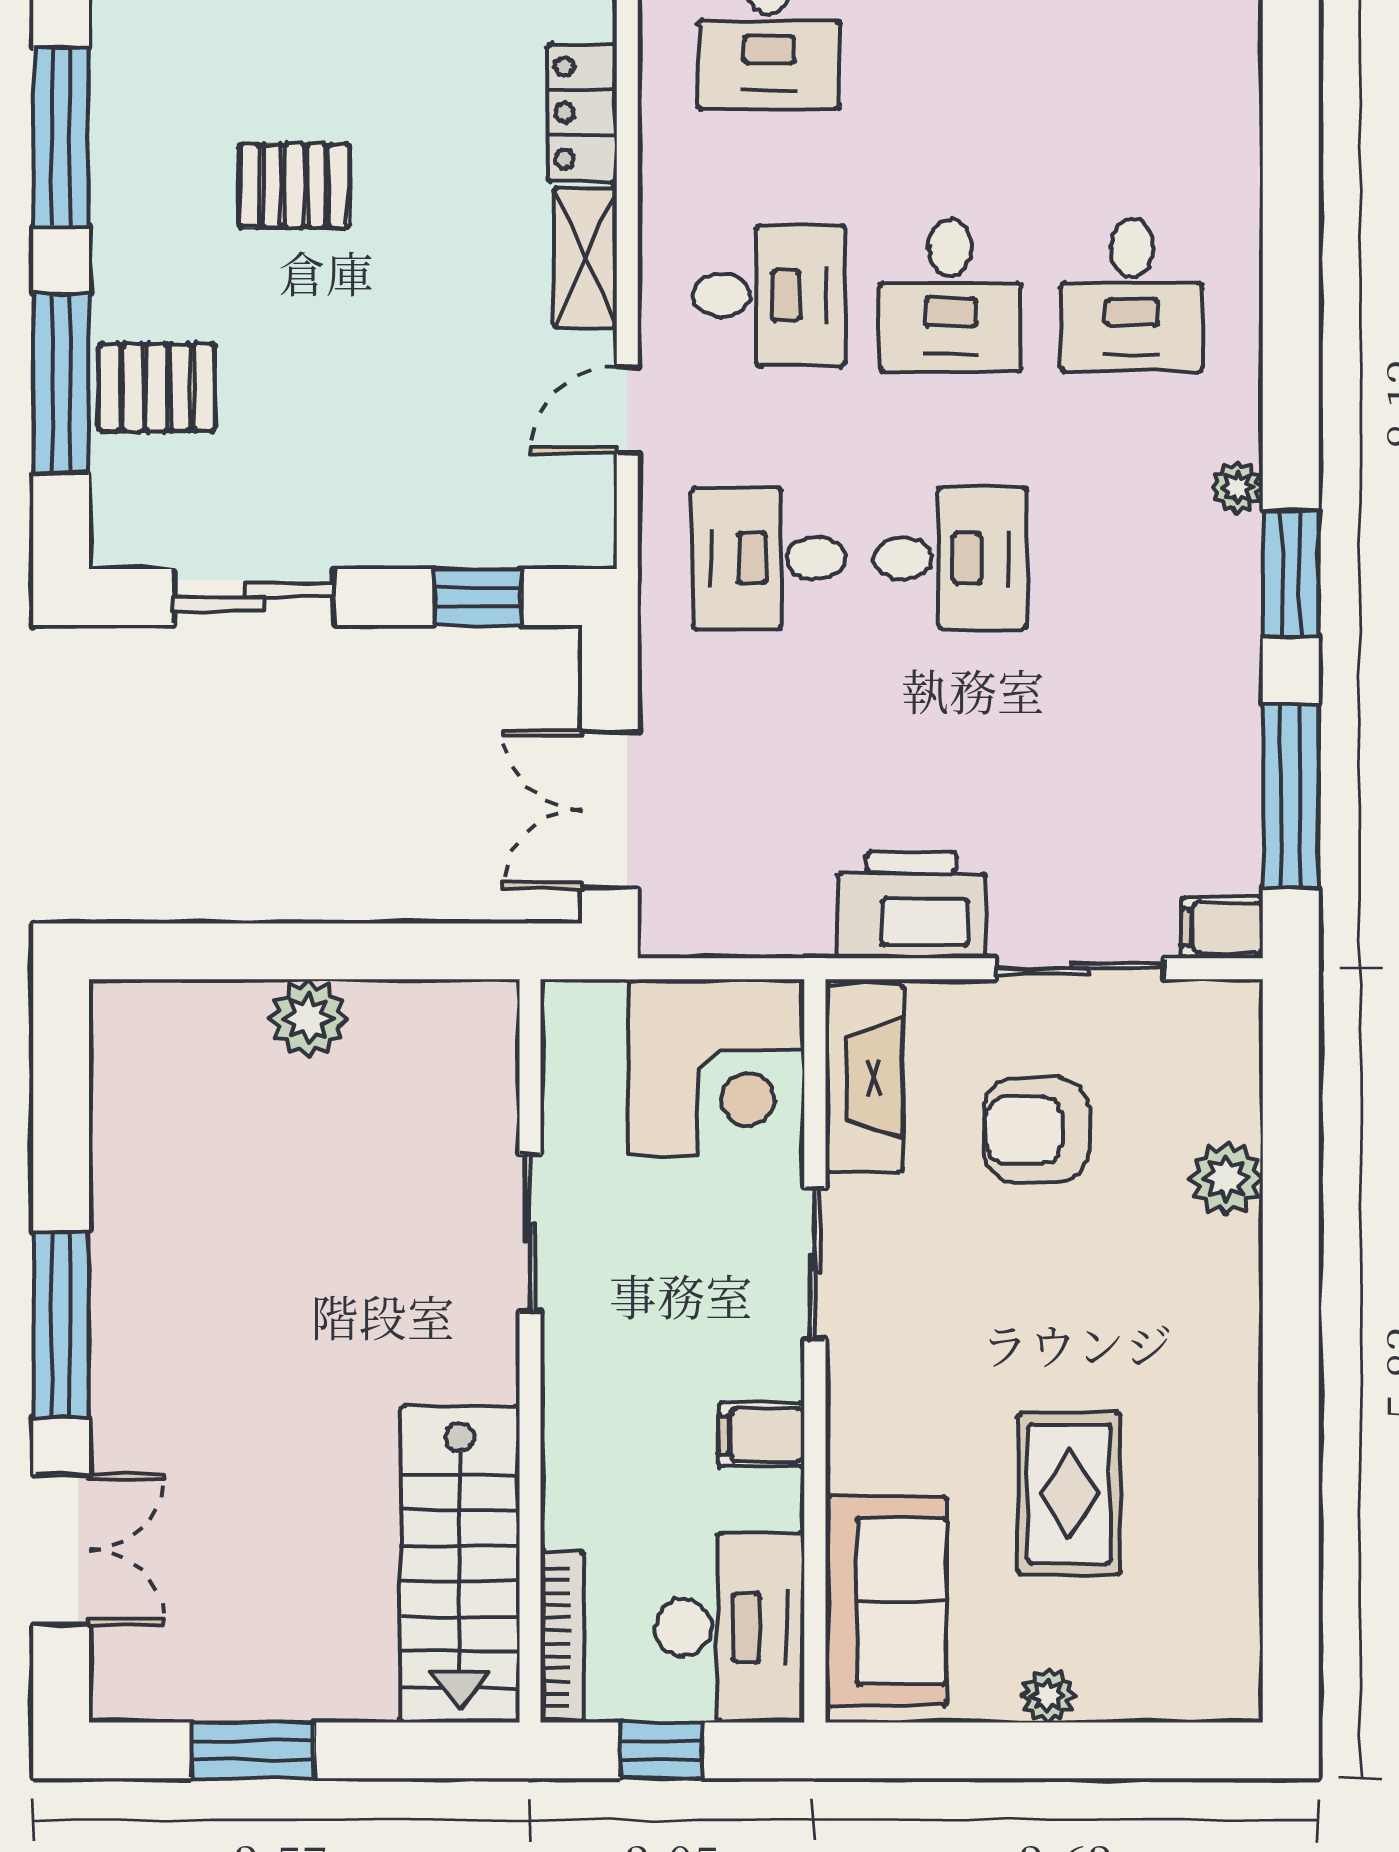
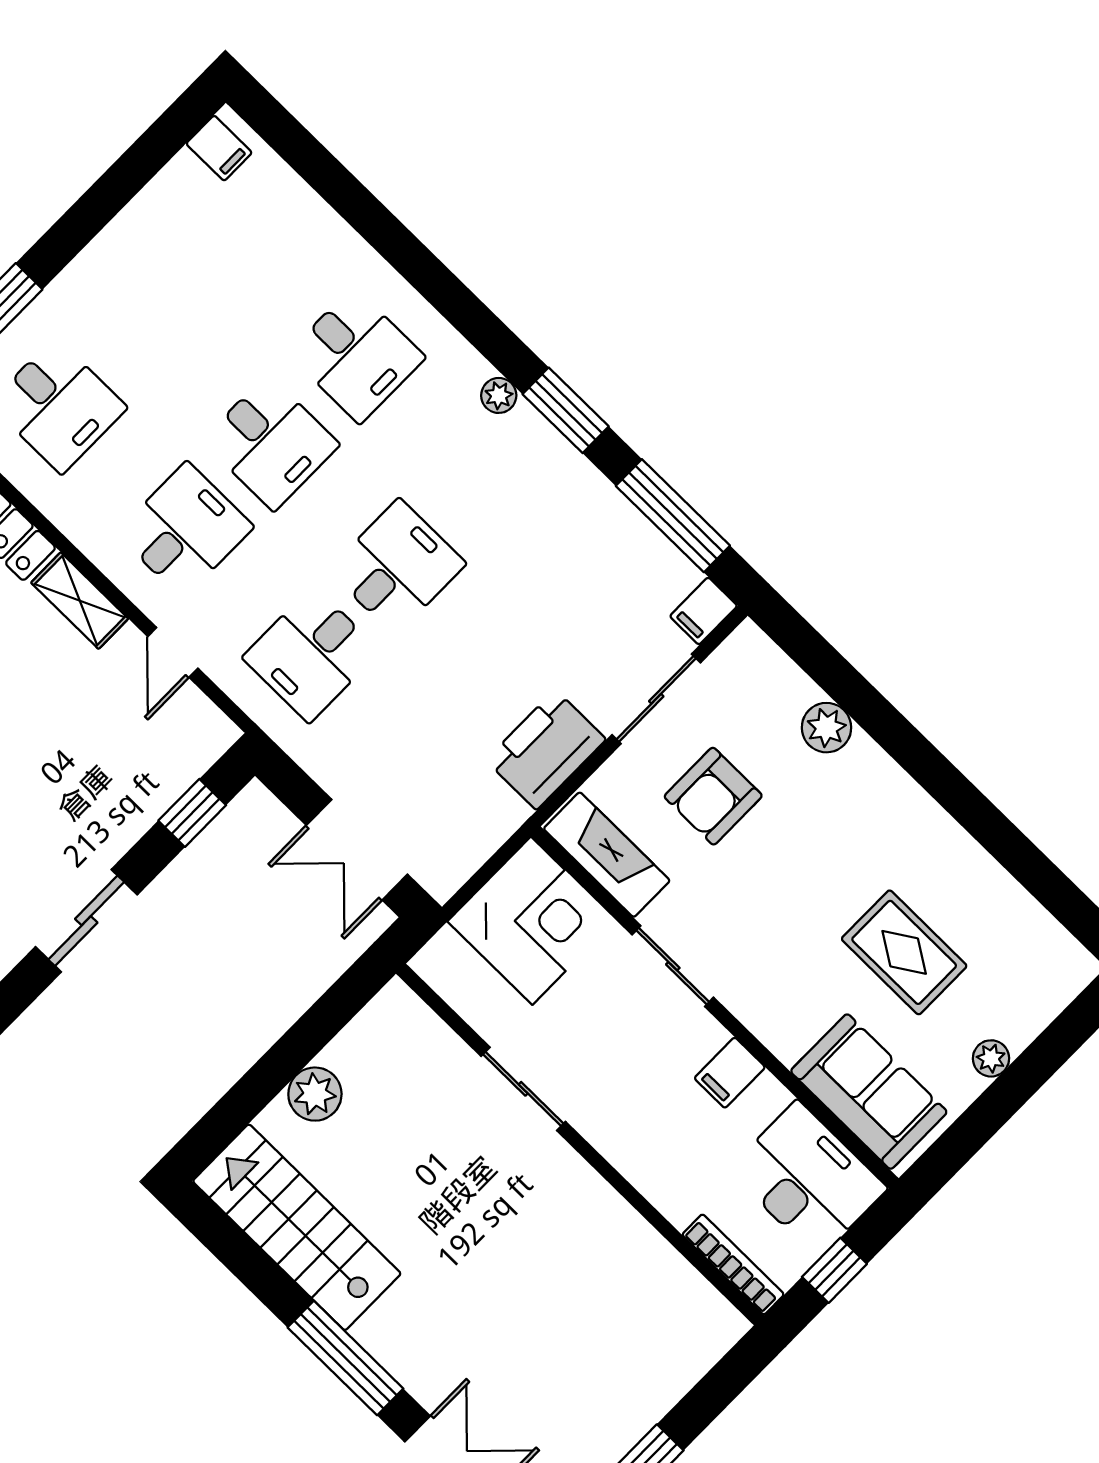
stairs: (460, 1564) -> (297, 1227), moved, turned 180

